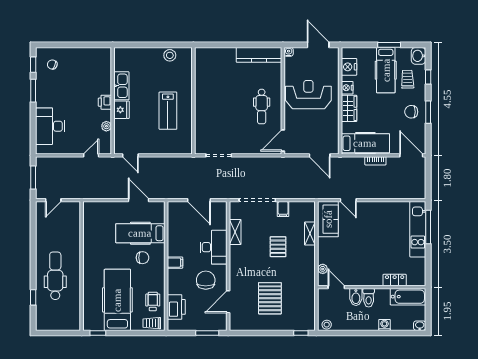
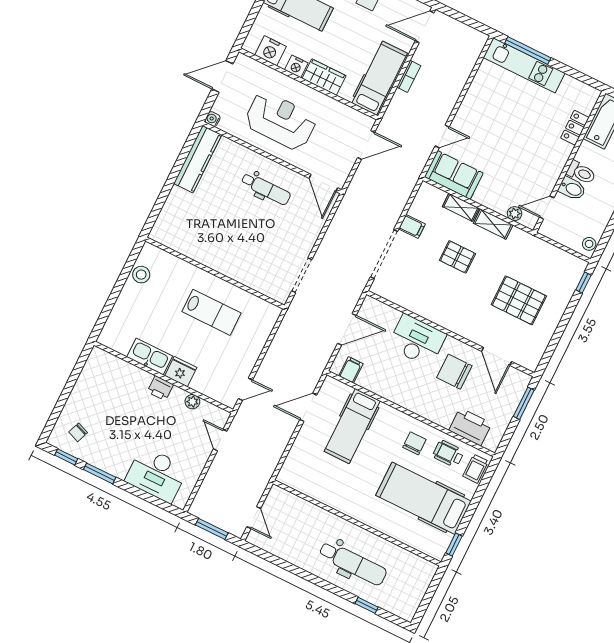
reception desk: (308, 95) -> (280, 121), turned 90
shelving: (235, 232) -> (493, 224), moved
chair: (143, 258) -> (414, 443), moved
filing cabinet: (175, 263) -> (351, 370), moved
dental chair: (55, 276) -> (353, 563), turned 180

